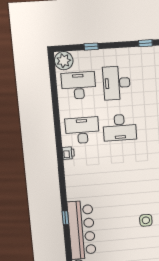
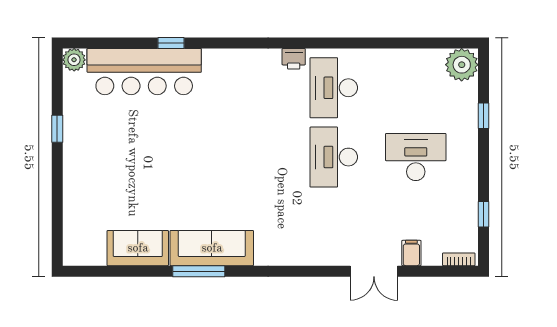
desk: (79, 86) -> (416, 88), removed
desk: (82, 130) -> (334, 88), turned 180
side table: (146, 220) -> (152, 195), removed

